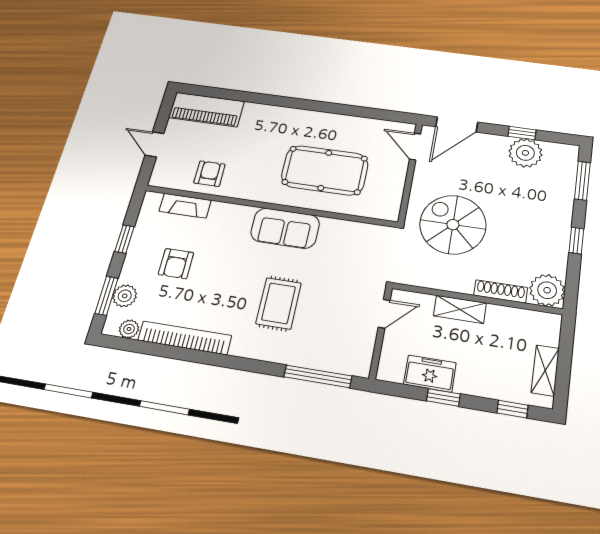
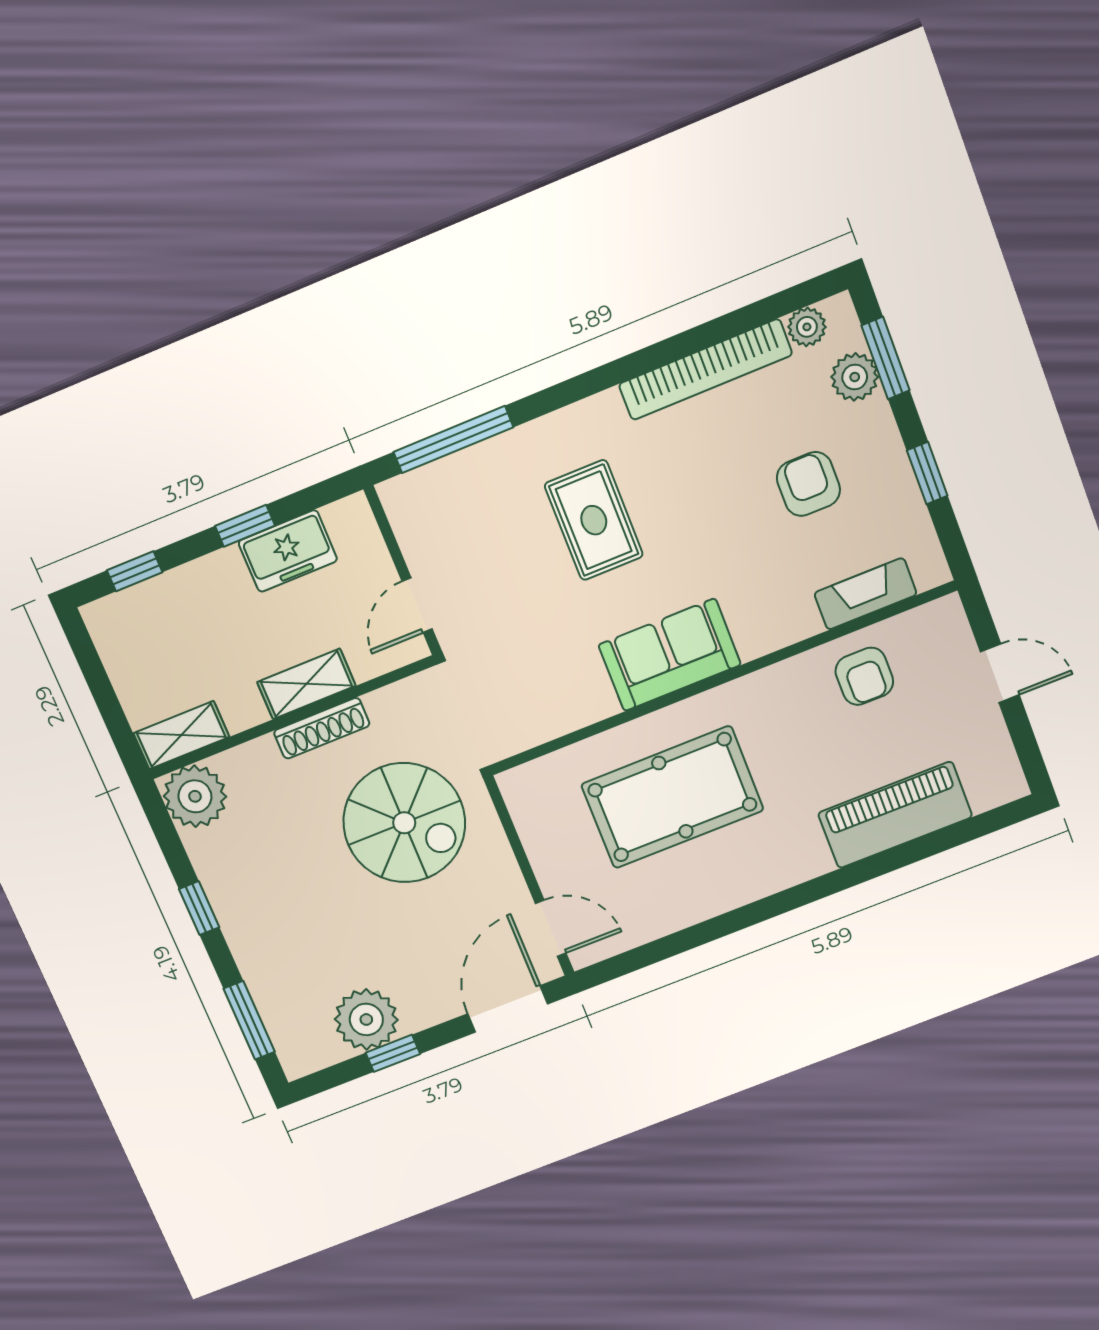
piano: (206, 110) -> (895, 815), moved
shoe rack: (501, 291) -> (322, 728), moved
shelving: (545, 370) -> (181, 735), moved, turned 90

